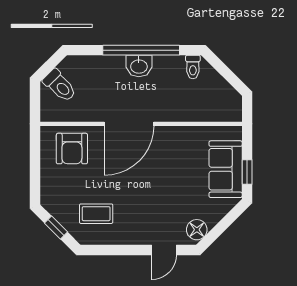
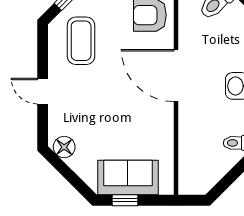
coffee table: (96, 214) -> (81, 41), width x1.36, depth x1.30
door: (164, 250) -> (43, 91), moved

